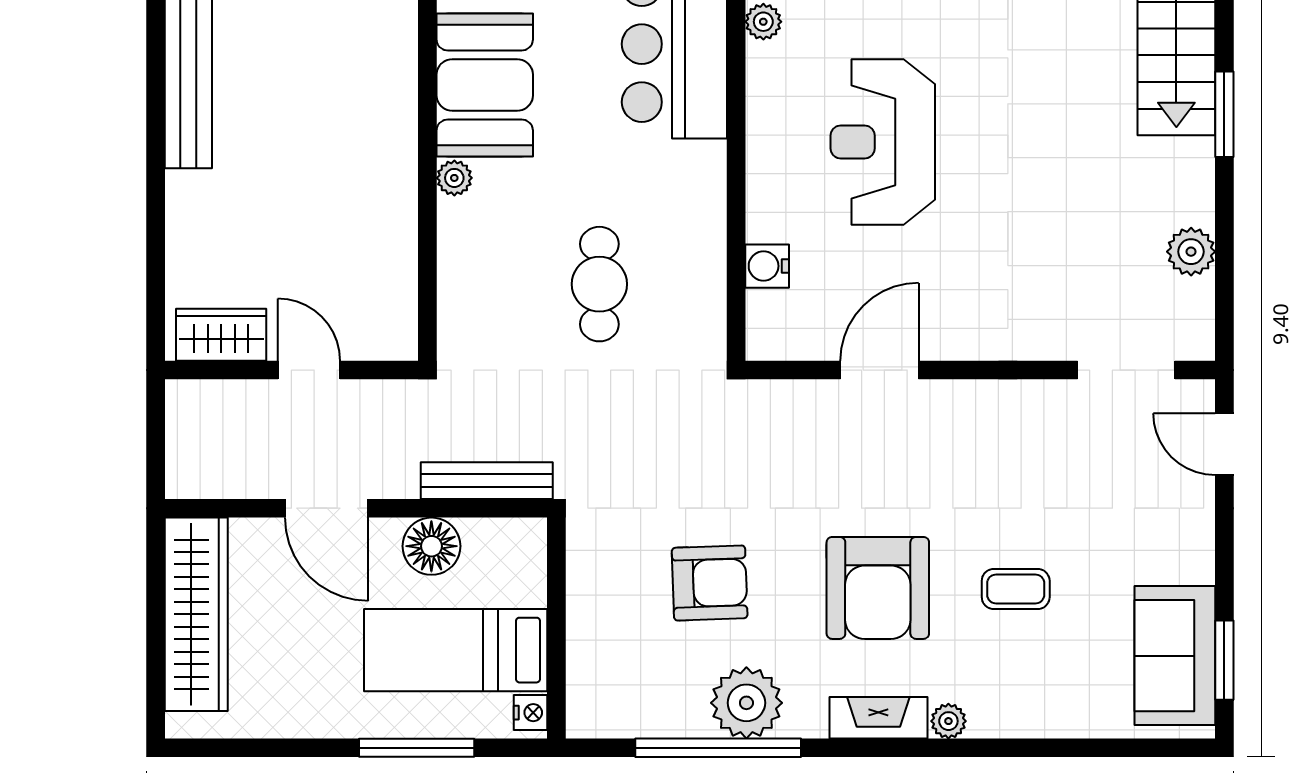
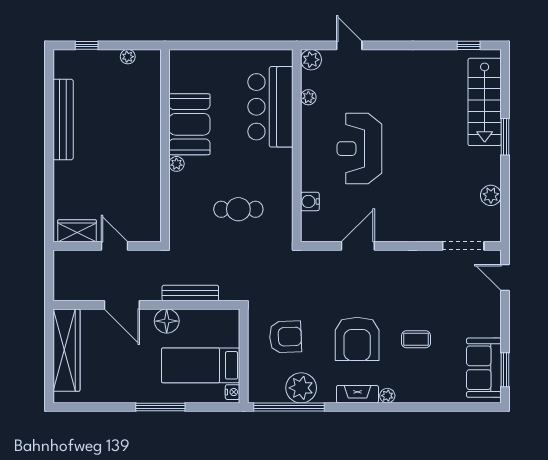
cafe table: (599, 284) -> (238, 209), turned 90
wall: (556, 628) -> (244, 356), moved
bed: (456, 650) -> (201, 365), moved
nightstand: (531, 713) -> (233, 392), moved

